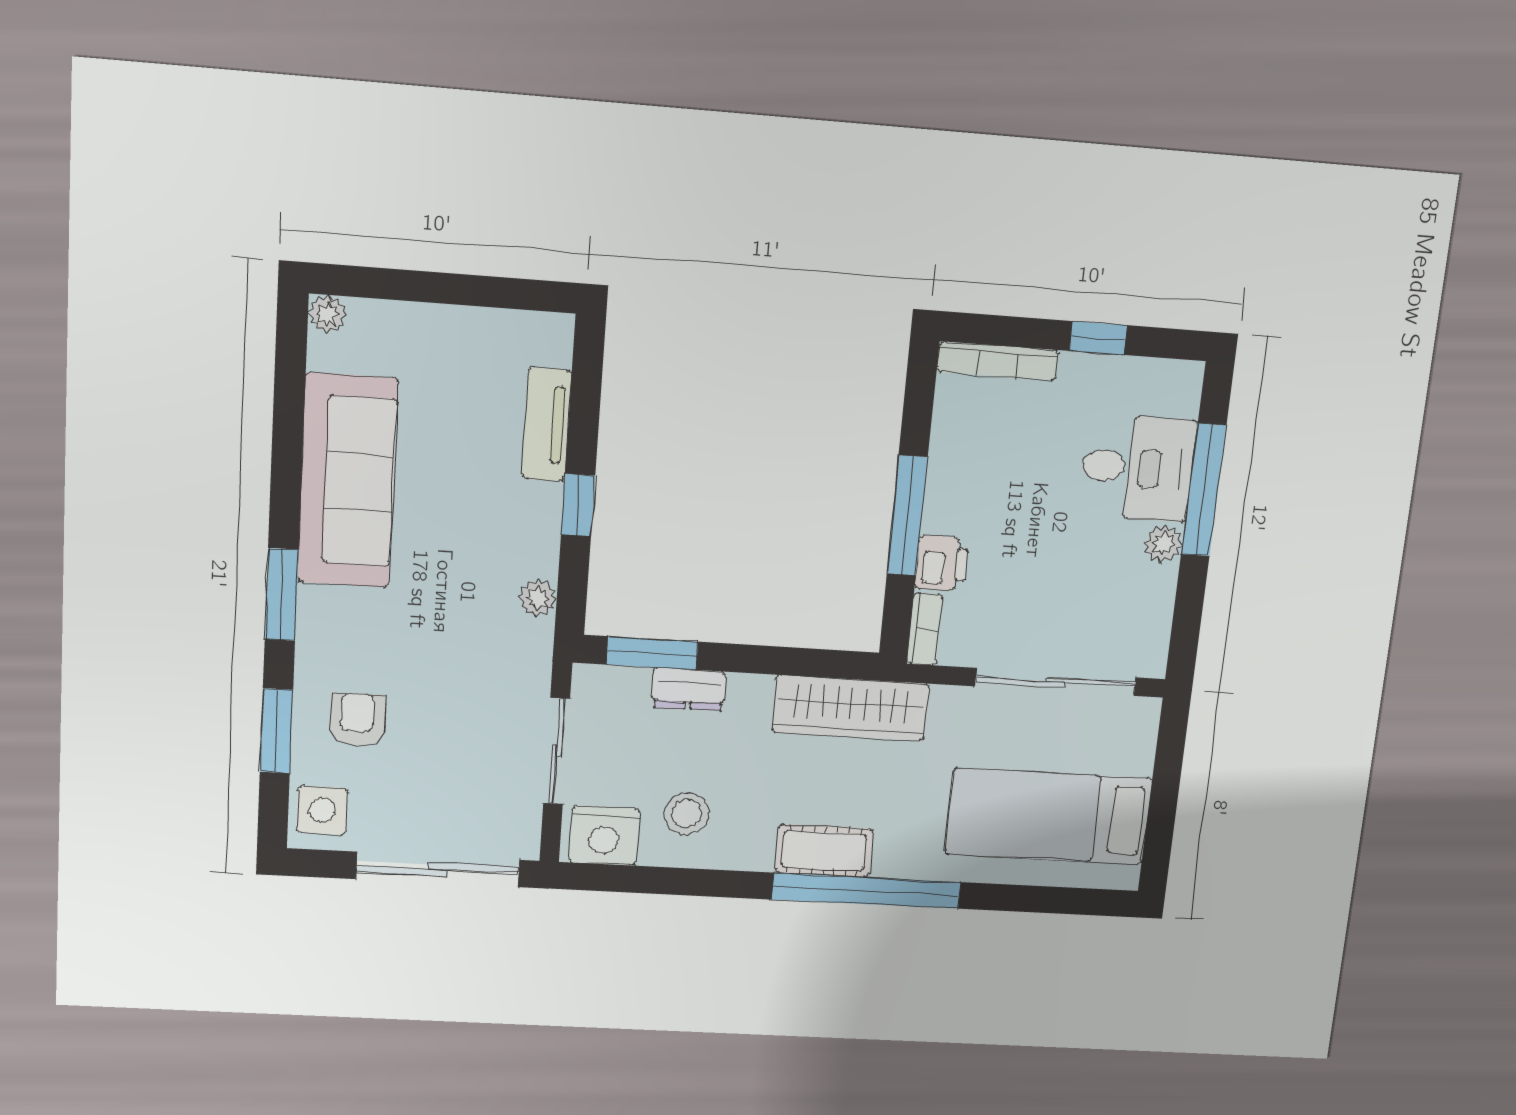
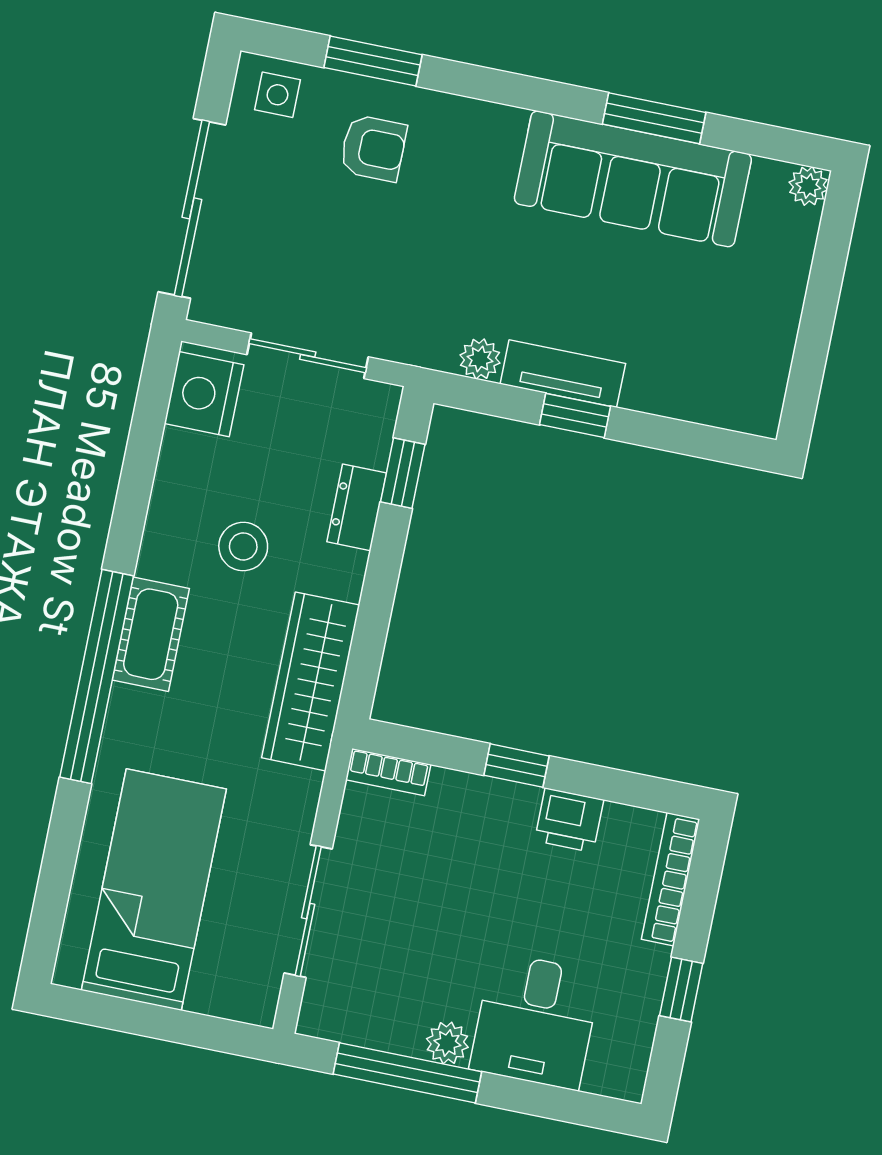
tv unit: (547, 425) -> (563, 374), moved
window: (1204, 490) -> (407, 1073), moved
window: (907, 516) -> (517, 766), width x0.46
printer: (942, 563) -> (569, 820), moved
window: (282, 594) -> (654, 118), moved
window: (652, 653) -> (403, 473), width x0.67
sliding door: (1056, 682) -> (308, 911), width x0.73
side table: (322, 810) -> (277, 95), width x0.73, depth x0.73
stool: (687, 814) -> (243, 546), moved

